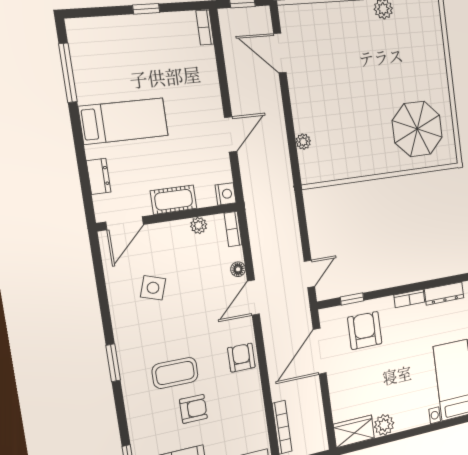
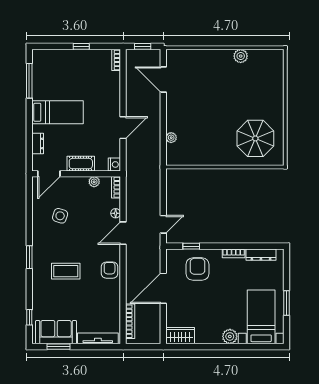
door: (320, 351) -> (163, 288), moved
armchair: (193, 409) -> (74, 296), removed
plant: (384, 425) -> (230, 336), moved

